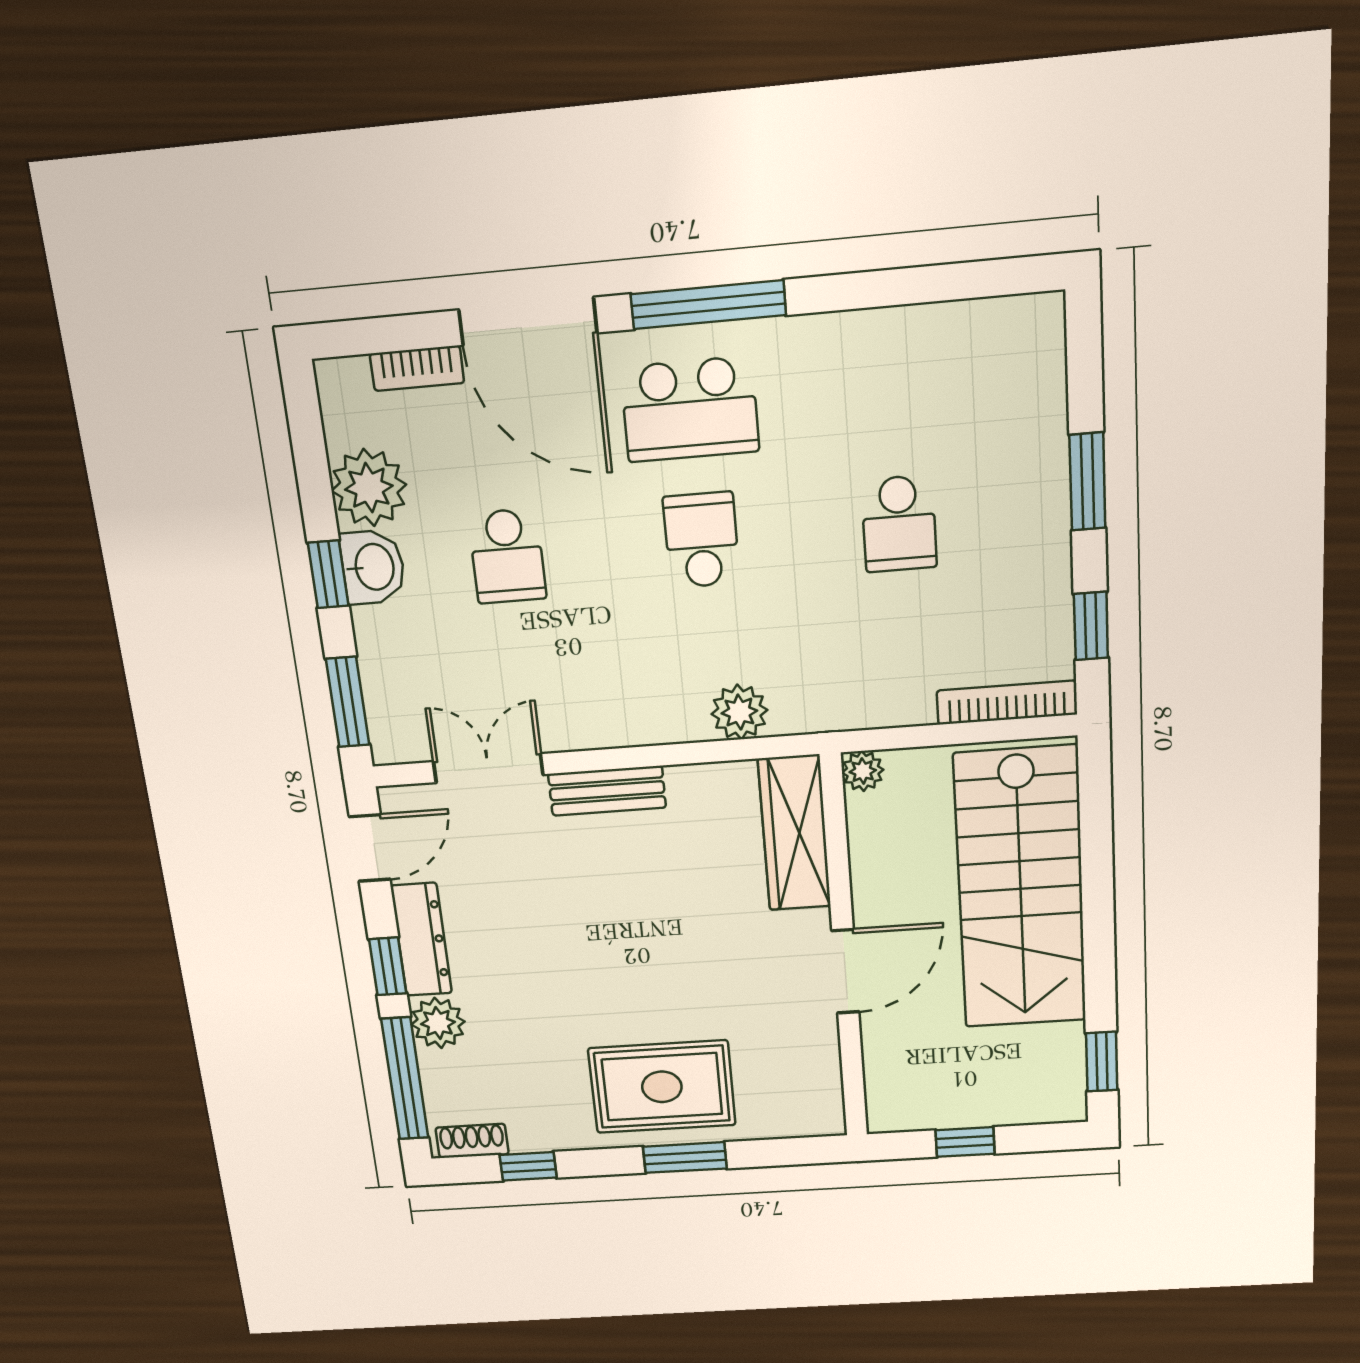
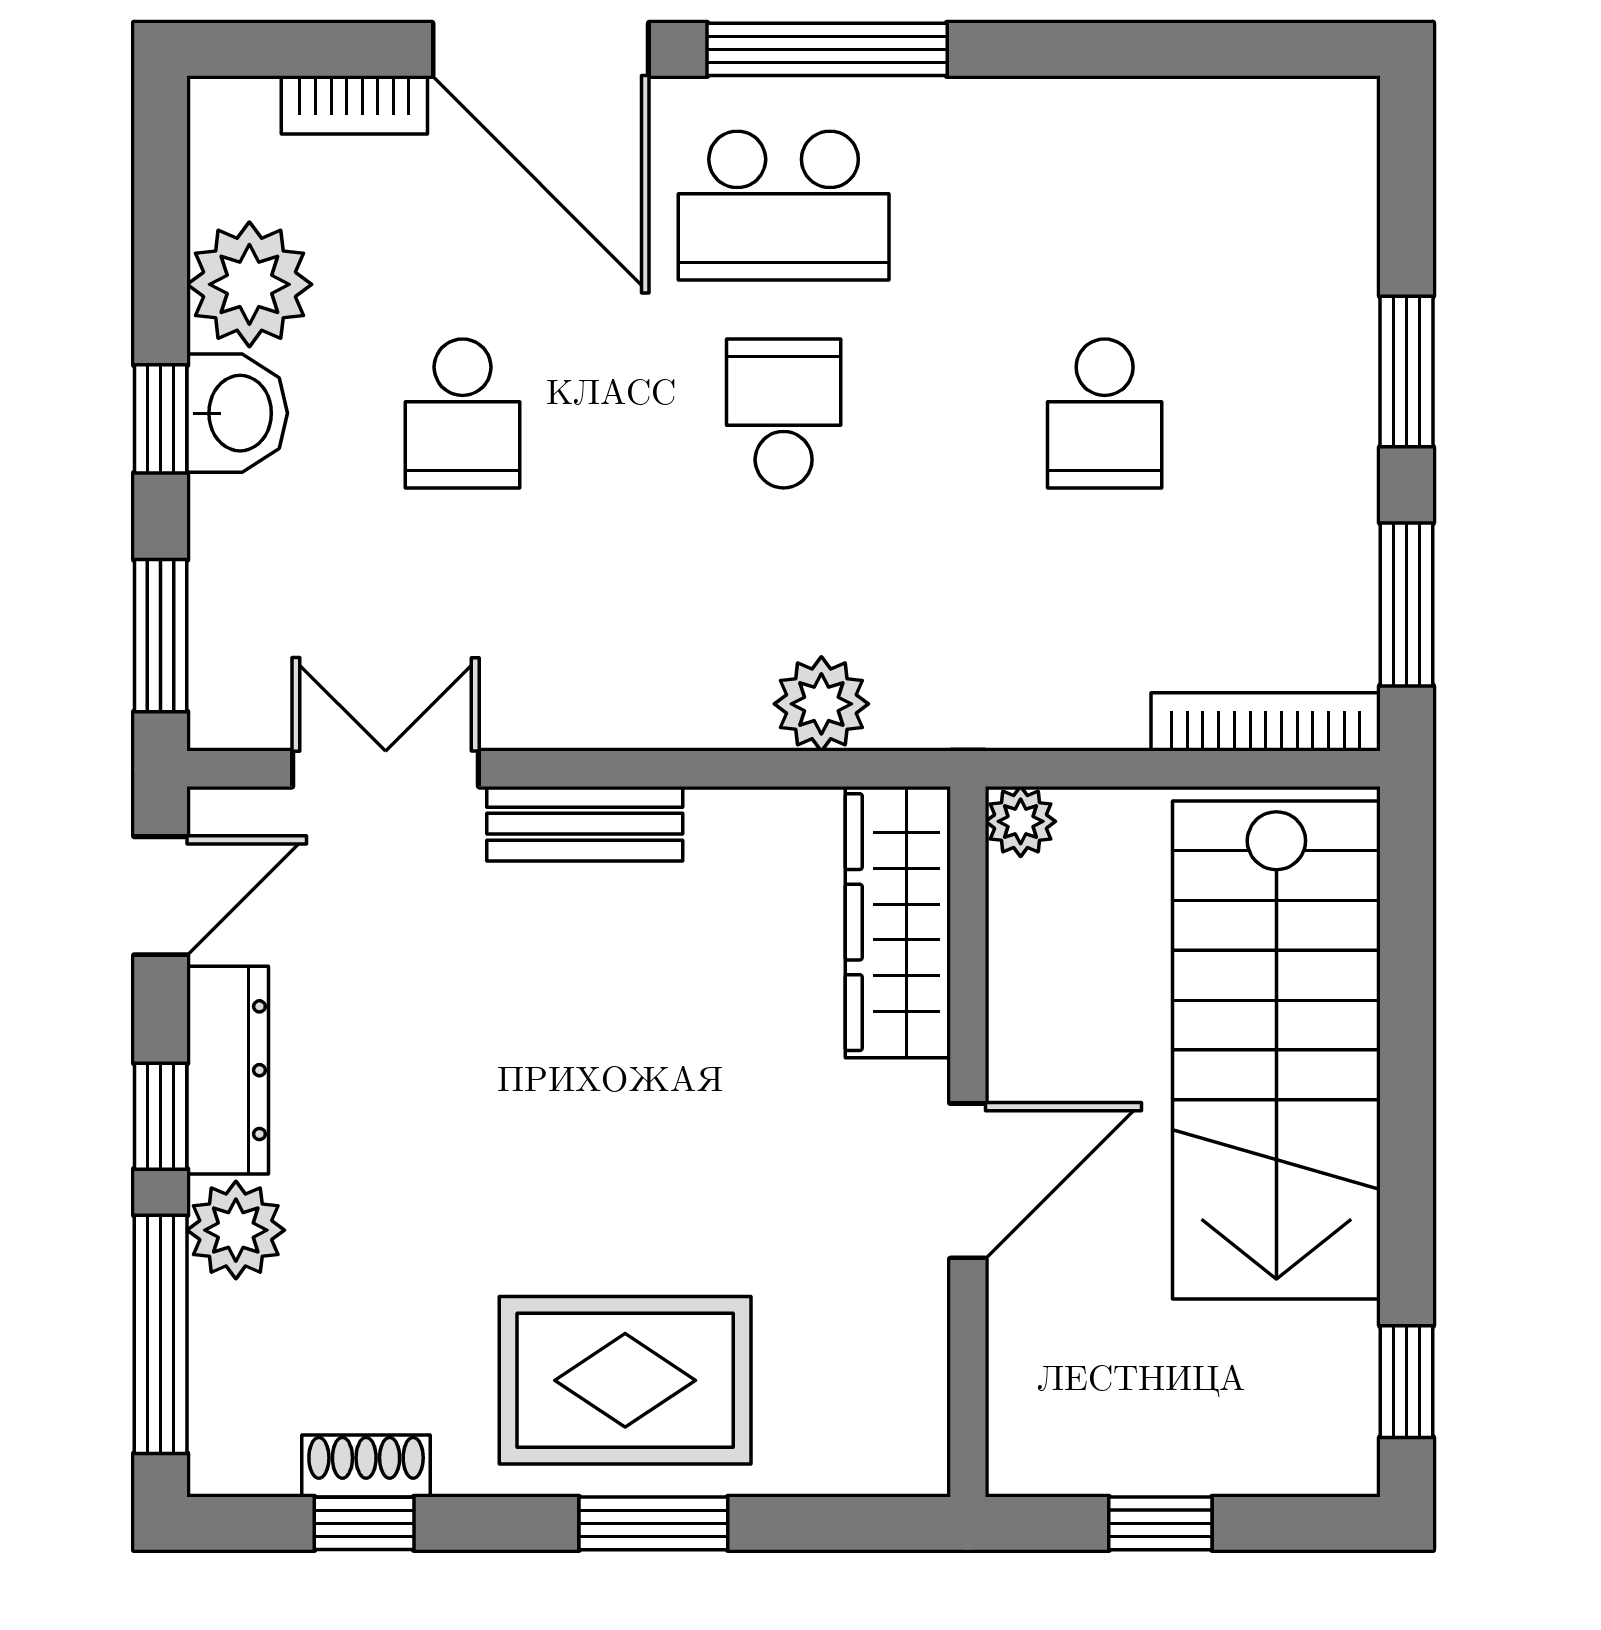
window: (1091, 626) -> (1407, 604), width x1.50
shoe rack: (472, 1141) -> (366, 1466), moved

